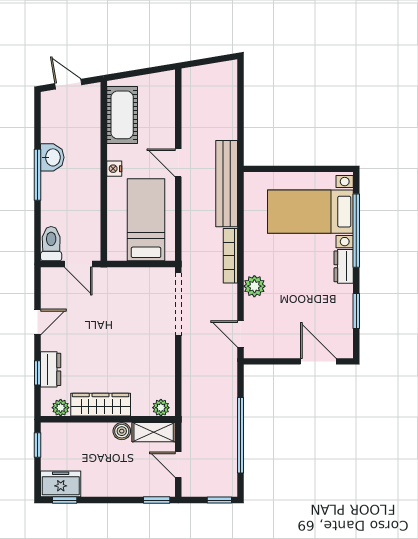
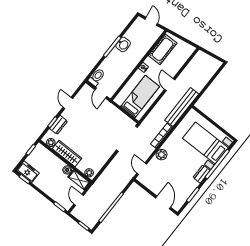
door: (38, 322) -> (68, 103), swing flipped

